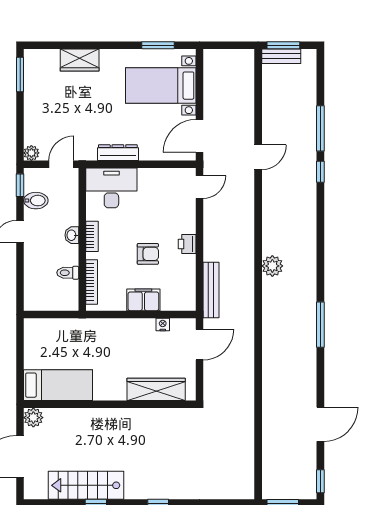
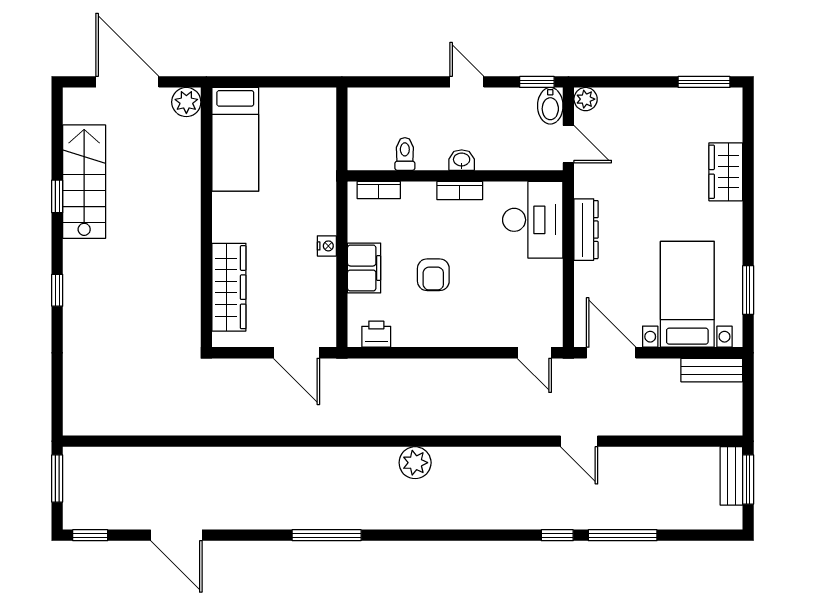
bidet: (36, 201) -> (550, 106), moved
printer: (187, 244) -> (376, 334), moved
bookcase: (92, 282) -> (379, 190), width x0.64
bench: (211, 290) -> (712, 370), moved, width x0.73
nightstand: (163, 324) -> (327, 246), moved

